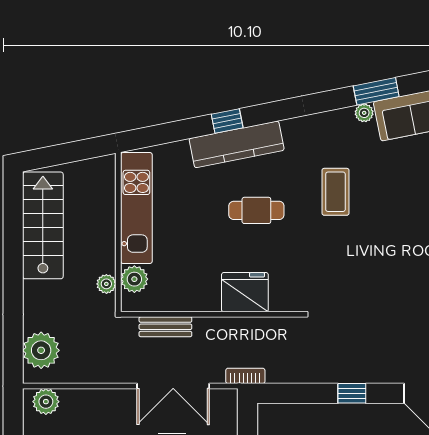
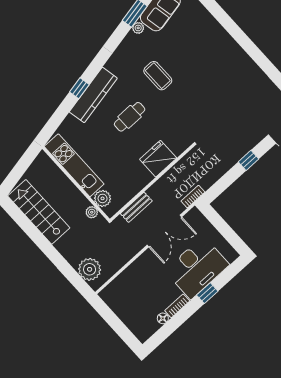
plant: (46, 402) -> (113, 291), removed

